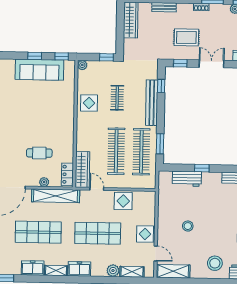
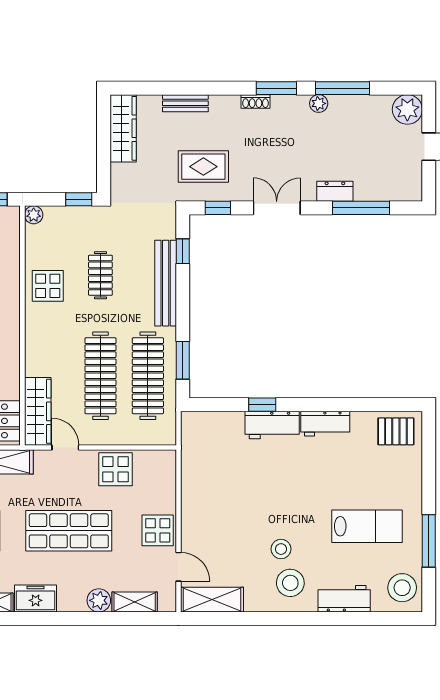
rug: (186, 37) -> (203, 167), moved
workbench: (187, 179) -> (272, 425), moved
stool: (188, 226) -> (281, 549), moved

